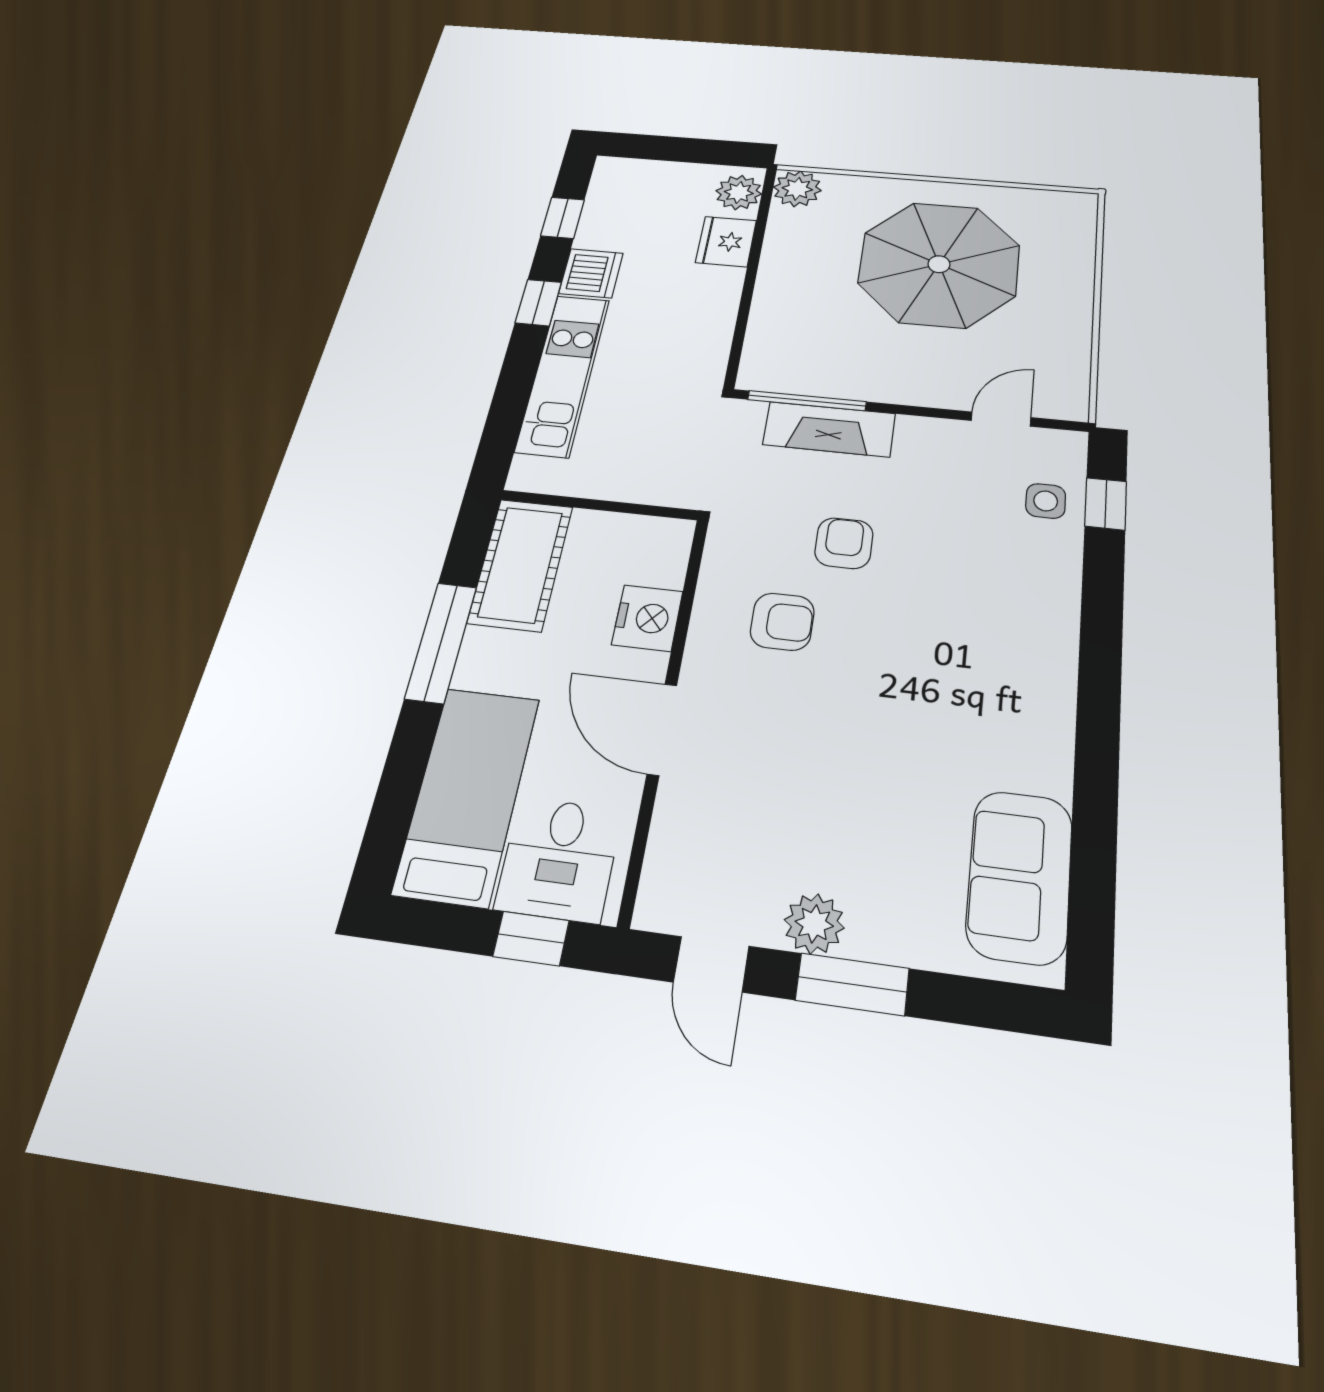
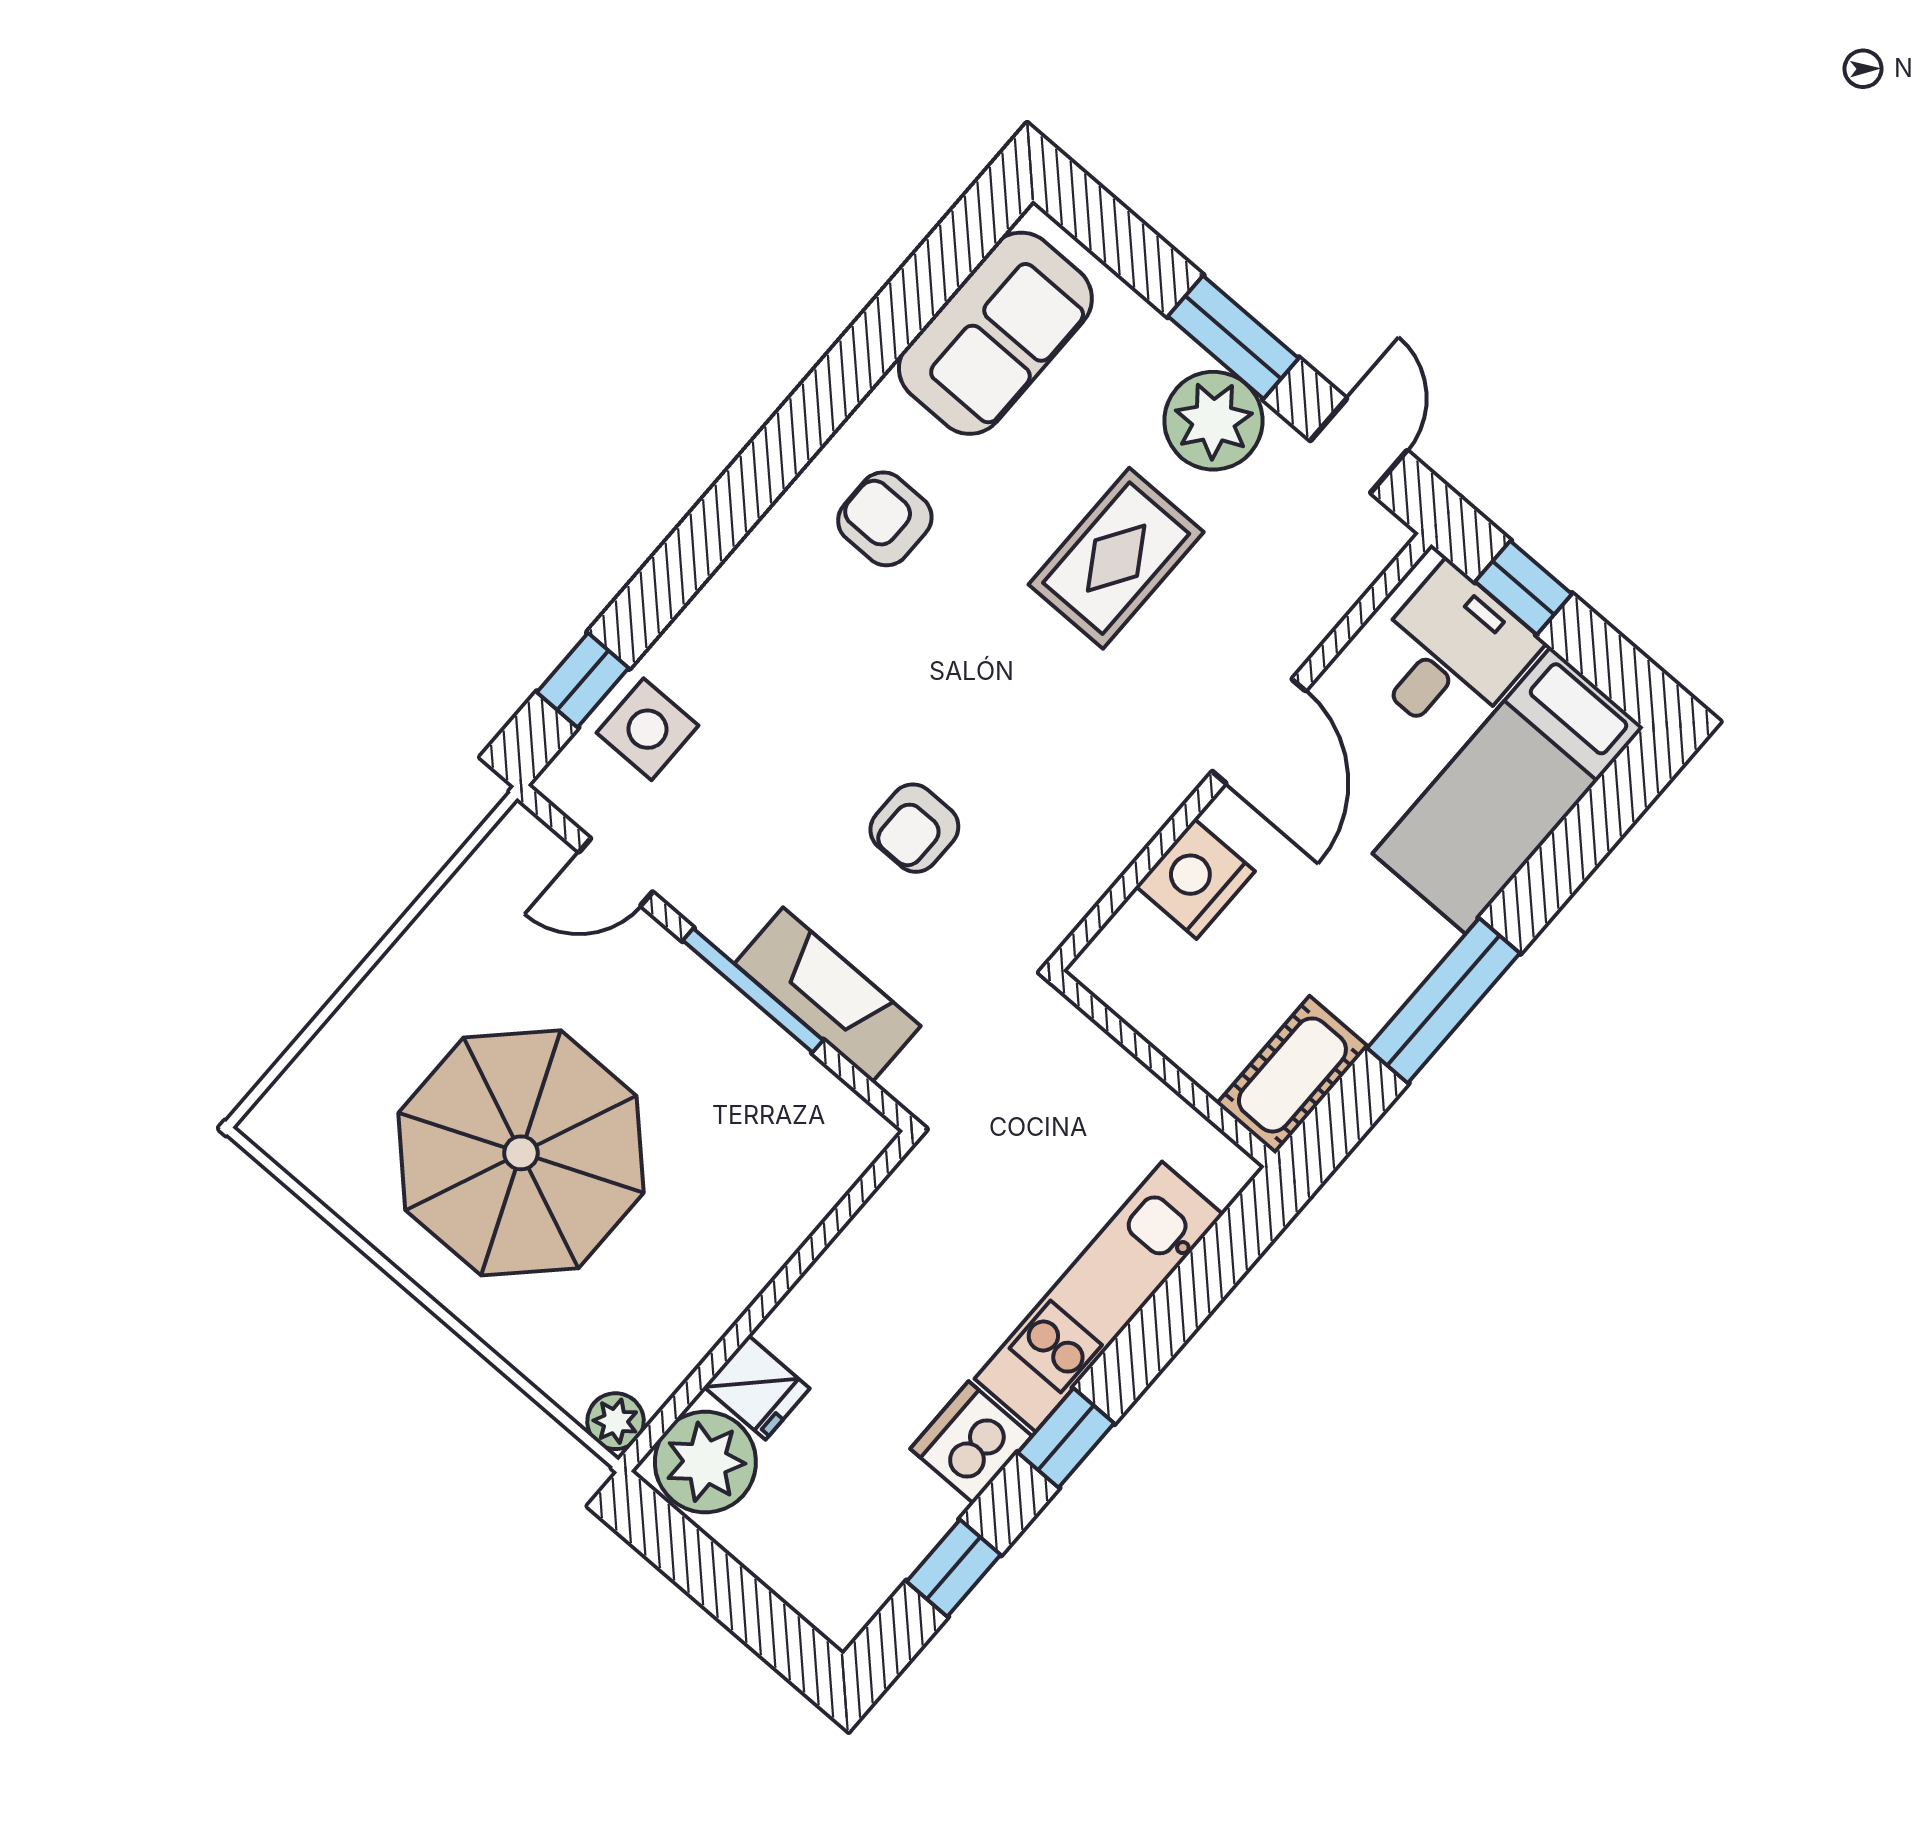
plant: (797, 189) -> (615, 1421), width x0.73, depth x0.73
plant: (739, 192) -> (705, 1462), width x1.36, depth x1.36
fridge: (726, 242) -> (757, 1388), width x0.72
window: (807, 401) -> (753, 990), moved
side table: (1046, 501) -> (648, 729), width x1.37, depth x1.37
cot: (521, 564) -> (1292, 1075), width x0.73, depth x0.75
armchair: (782, 622) -> (885, 519), moved
rug: (831, 779) -> (1116, 558), added
plant: (814, 924) -> (1213, 421), width x1.36, depth x1.36

